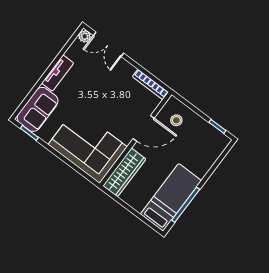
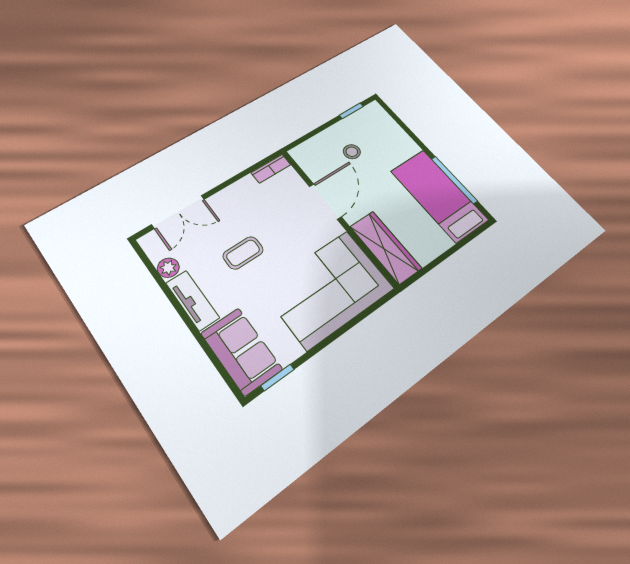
plant: (85, 36) -> (168, 268), moved
bookcase: (150, 84) -> (271, 169), width x0.64
coffee table: (95, 91) -> (243, 253), added
stool: (176, 120) -> (352, 152), moved

